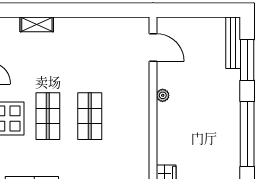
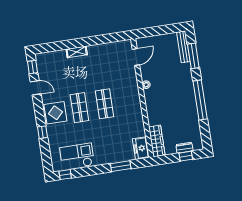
shelving: (37, 24) -> (77, 52), moved
door: (153, 47) -> (136, 57), hinge flipped

